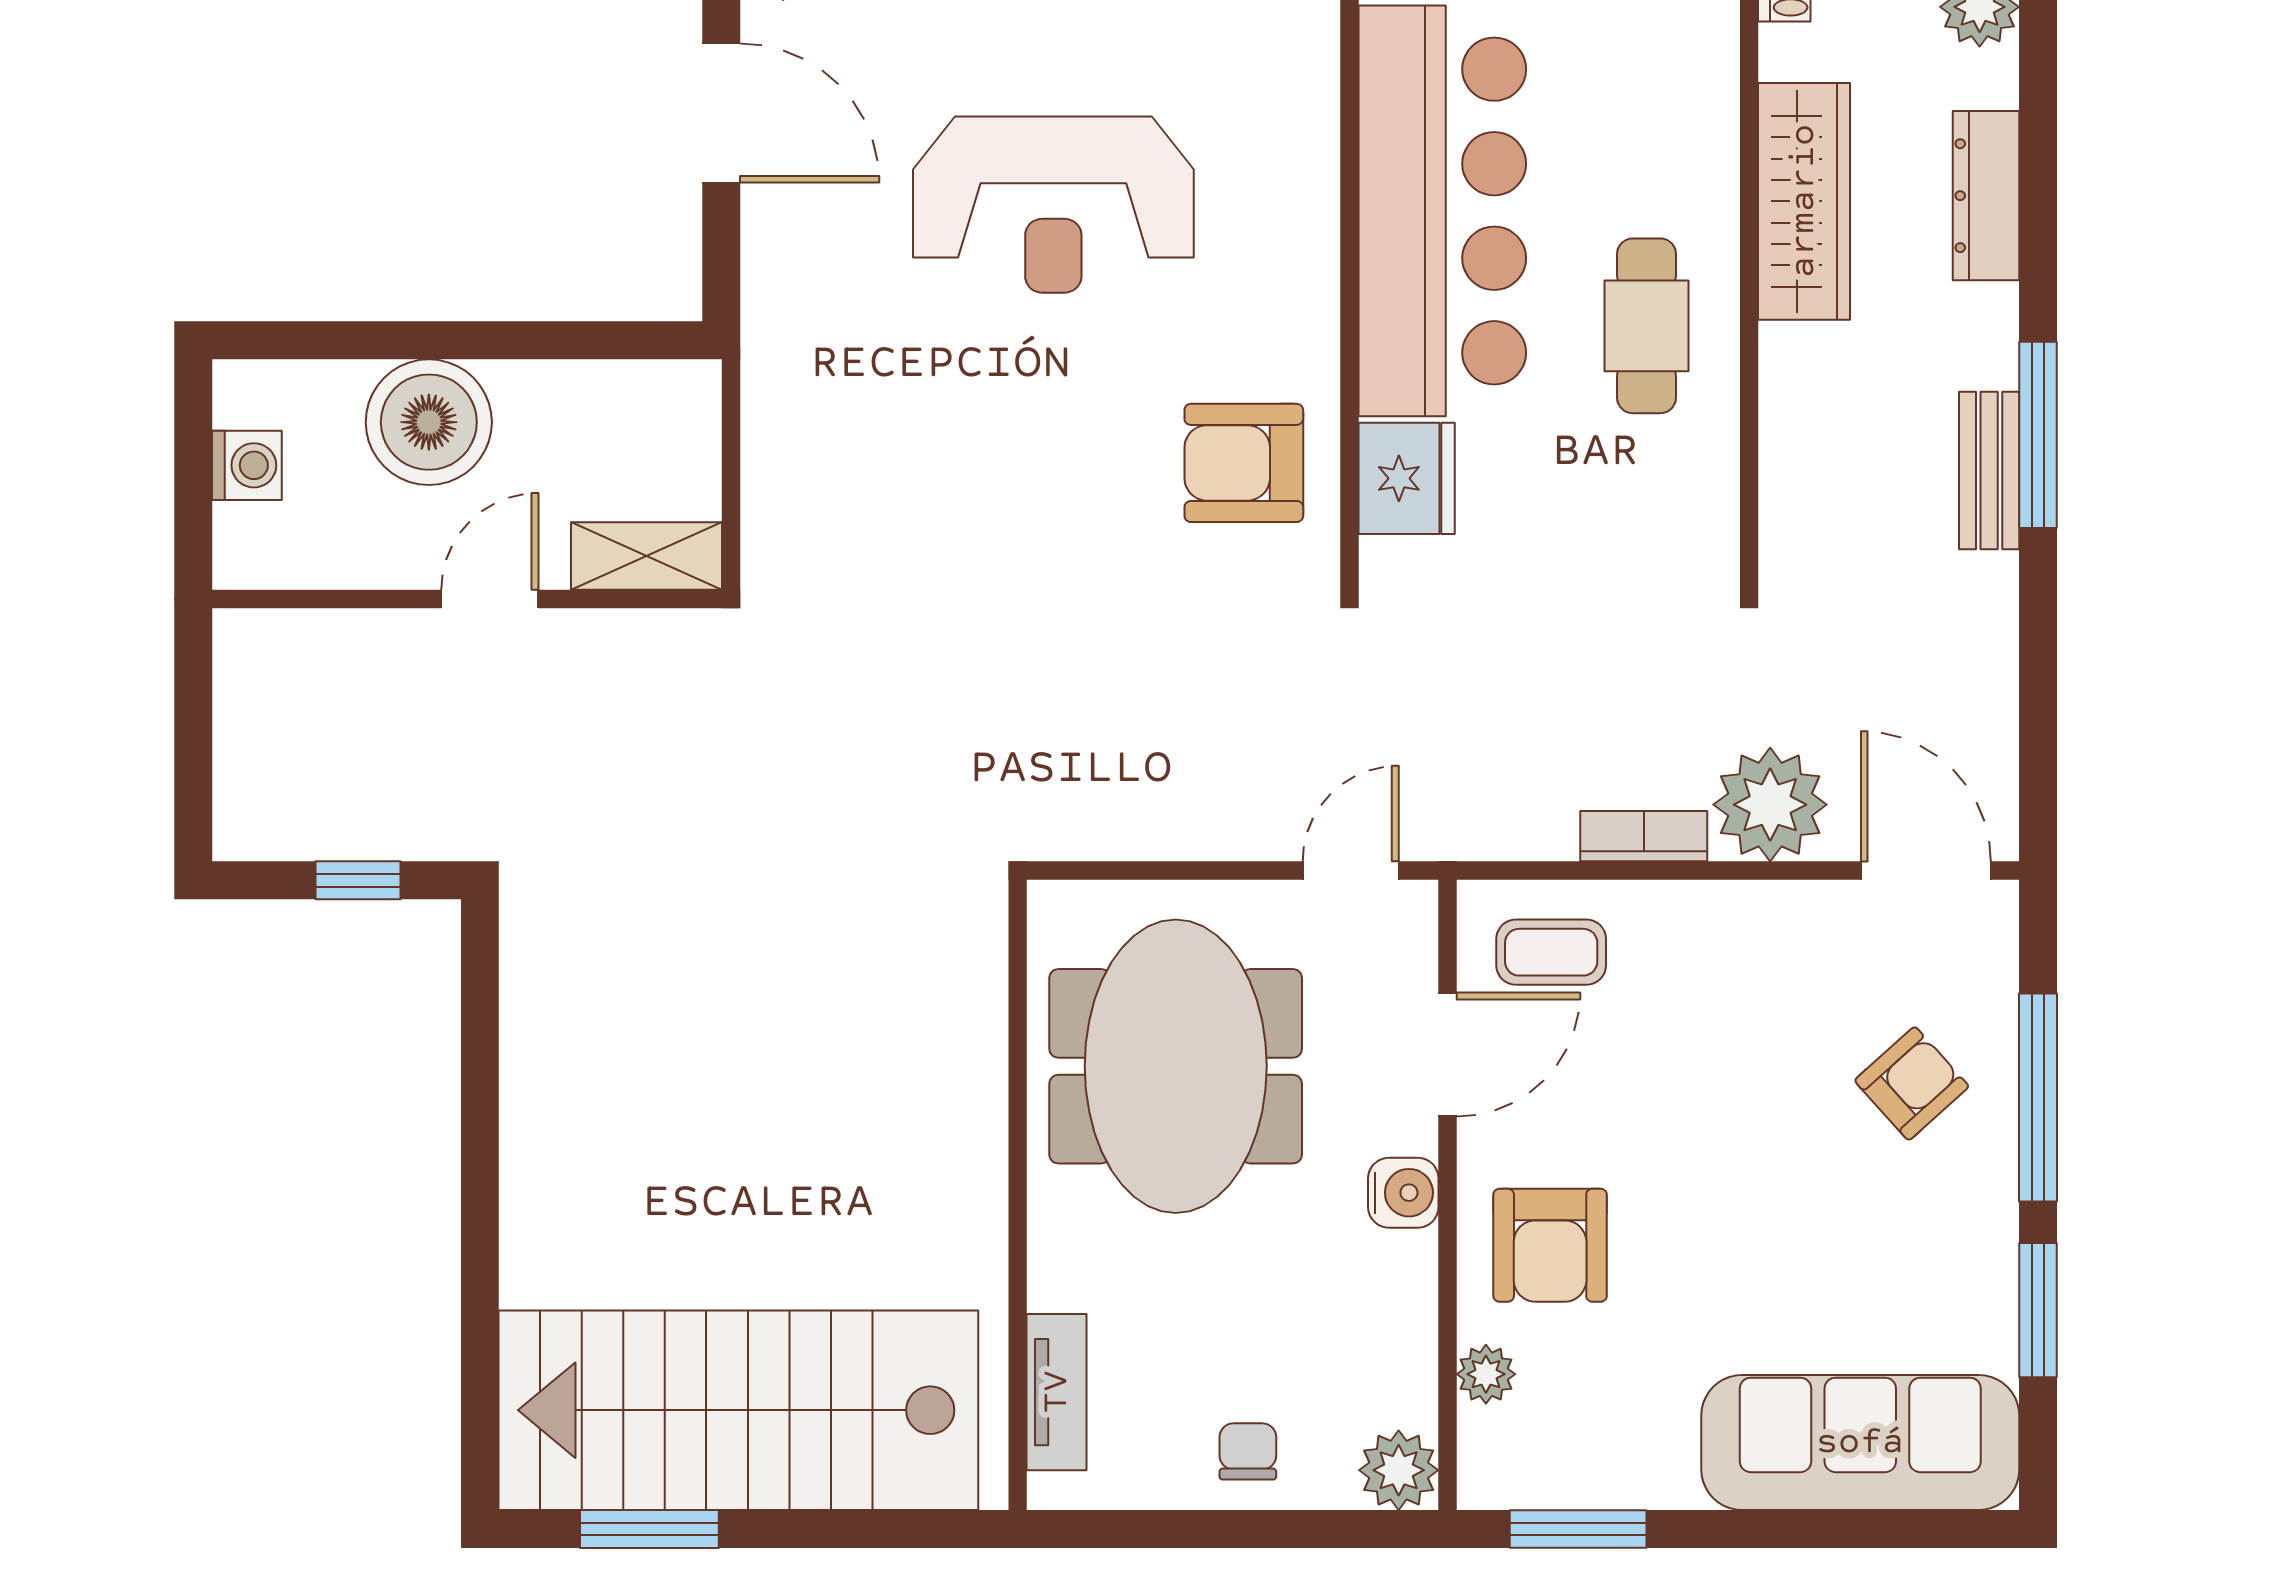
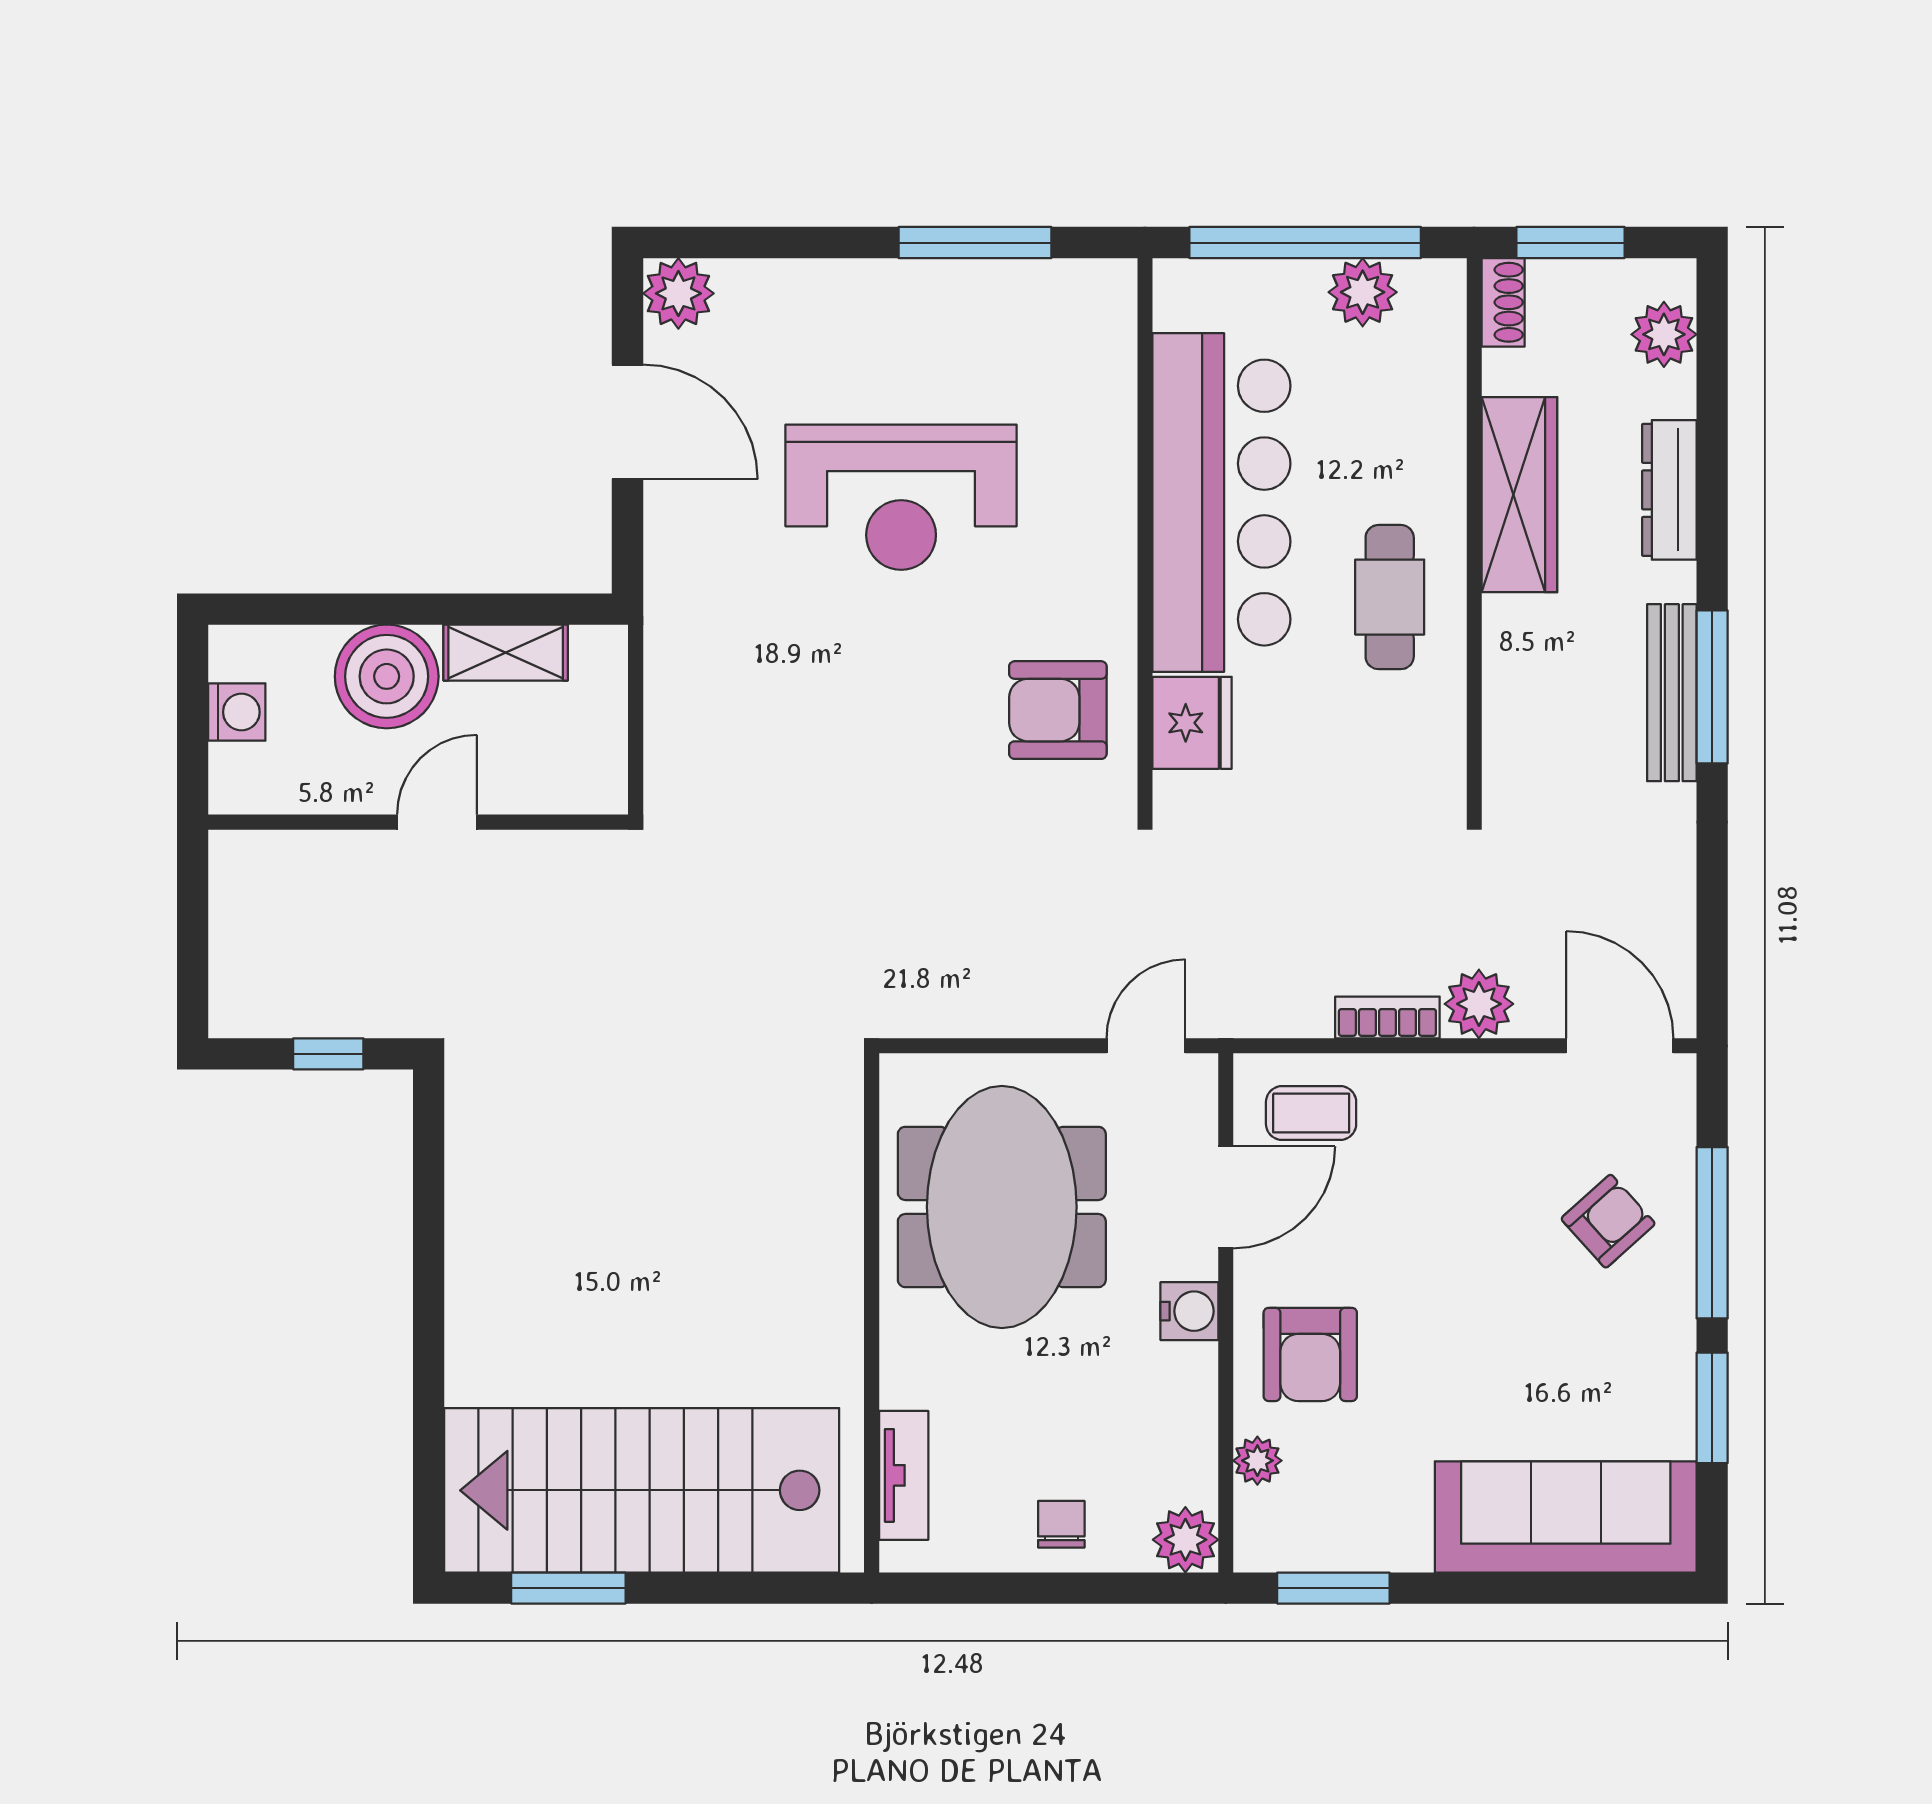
bench: (1989, 471) -> (1672, 693), width x1.36
shelving: (647, 556) -> (506, 653), moved
plant: (1770, 805) -> (1479, 1004), width x0.73, depth x0.73

